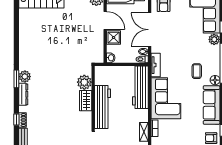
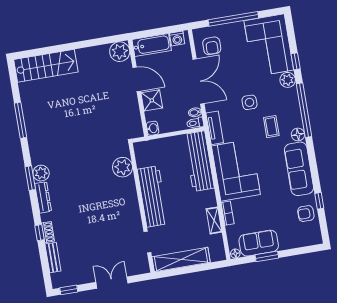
double door: (150, 30) -> (198, 81), swing flipped
window: (16, 36) -> (21, 120), added
side table: (184, 51) -> (250, 102), added
wardrobe: (86, 101) -> (128, 192), removed

